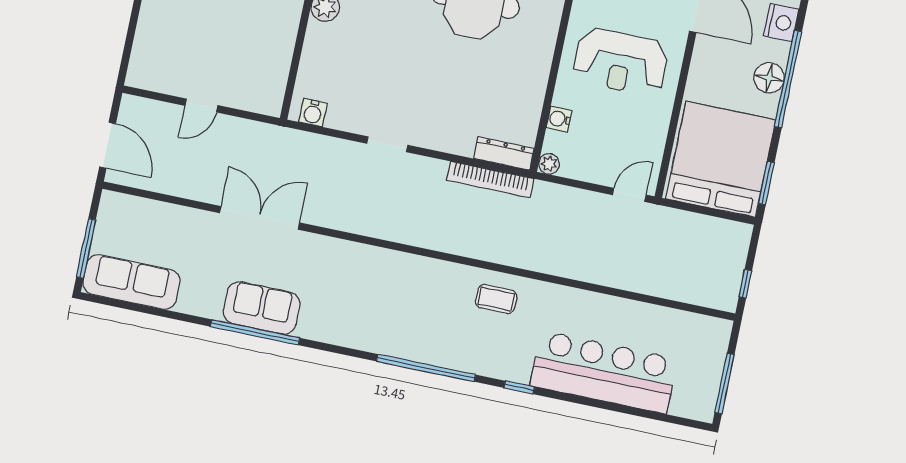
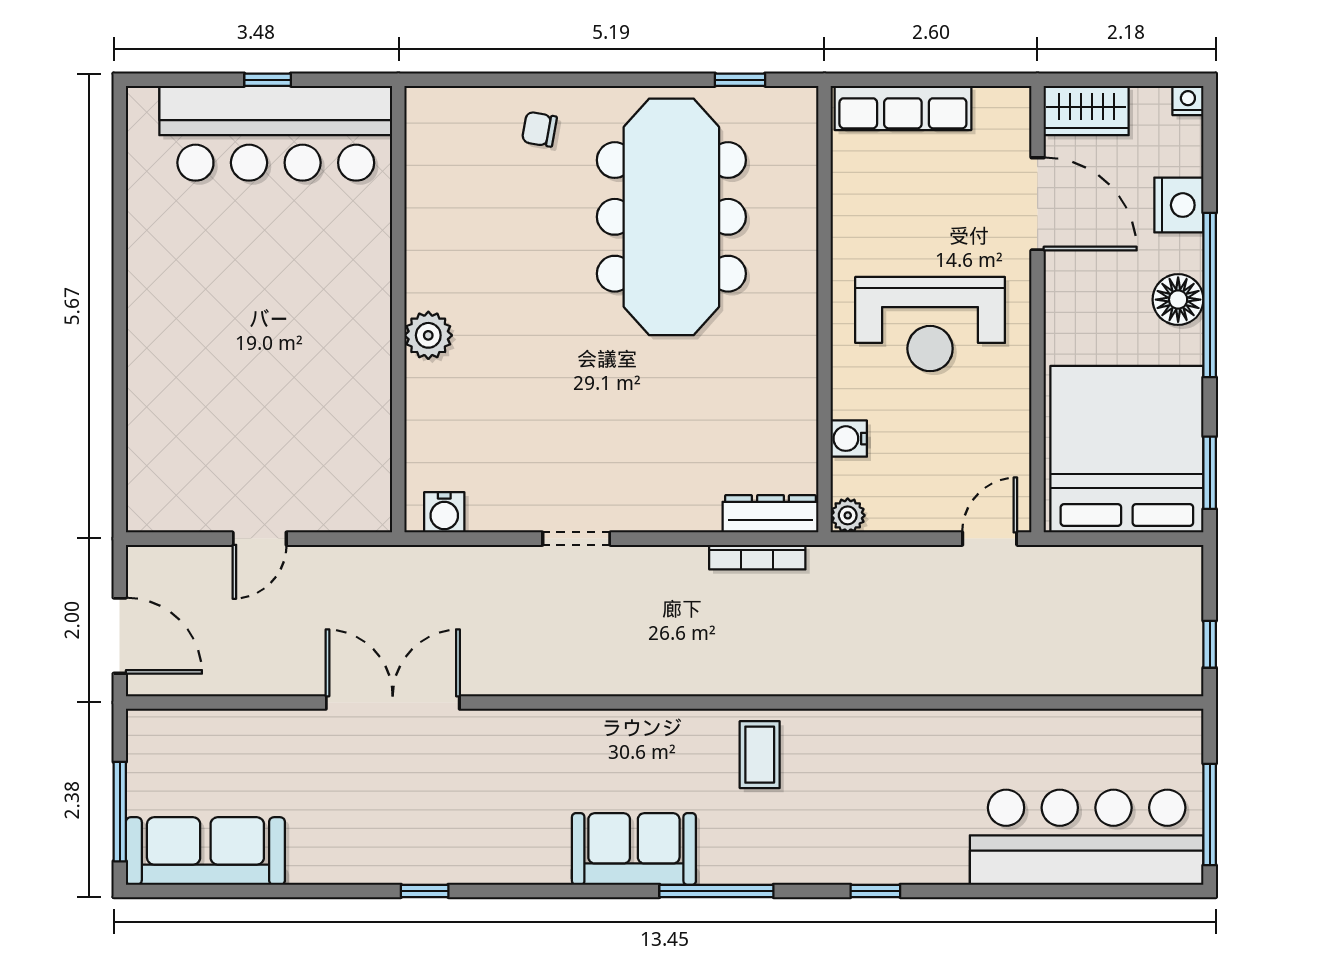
bookcase: (490, 180) -> (757, 557), width x0.68, depth x0.76
coffee table: (496, 299) -> (760, 755), moved, turned 90
sofa: (262, 308) -> (634, 849), moved
window: (255, 332) -> (425, 891), width x0.32
window: (426, 368) -> (716, 891), width x0.68
bar counter: (604, 372) -> (1087, 837), moved

